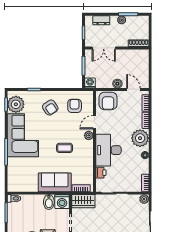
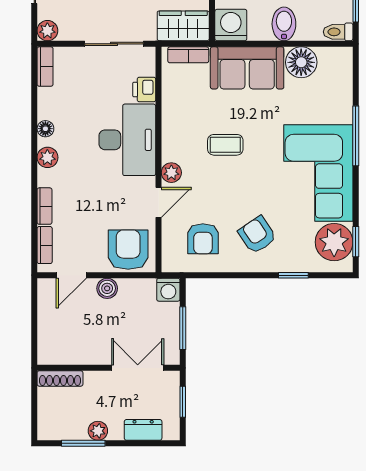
door: (133, 89) -> (71, 275), hinge flipped
plant: (140, 138) -> (47, 157), width x0.53, depth x0.53
floor lamp: (31, 185) -> (301, 62), added
bidet: (49, 202) -> (284, 24), moved

